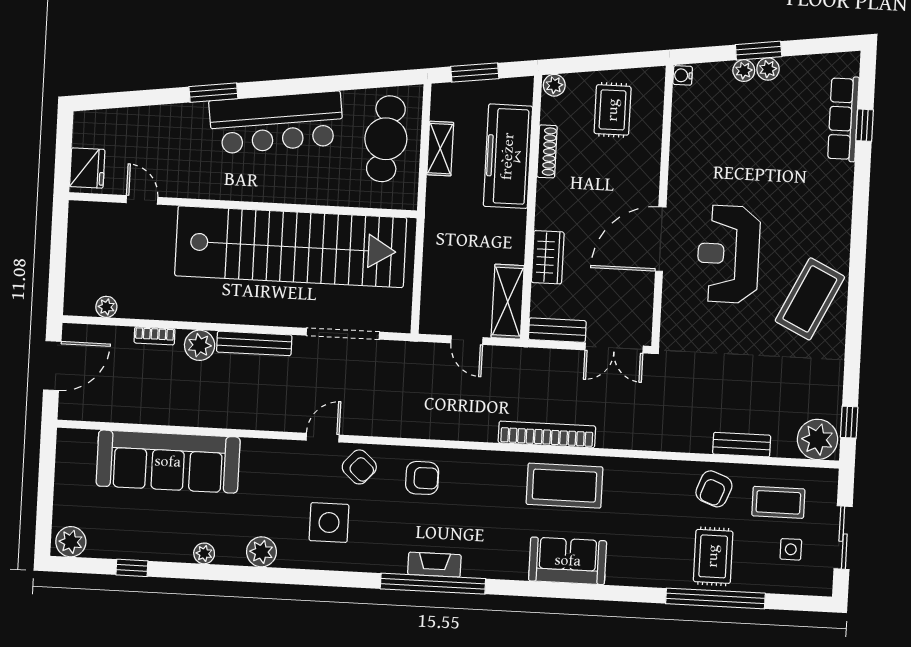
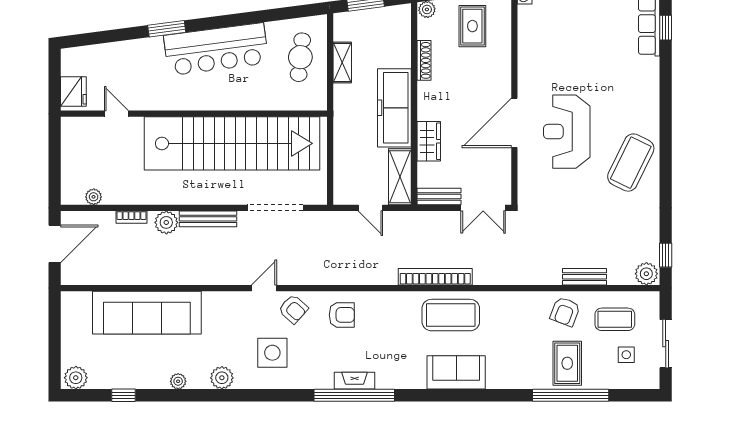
cafe table: (386, 139) -> (300, 57), width x0.73, depth x0.74
freezer: (508, 156) -> (394, 108), moved
plant: (817, 439) -> (646, 274), width x0.73, depth x0.73

